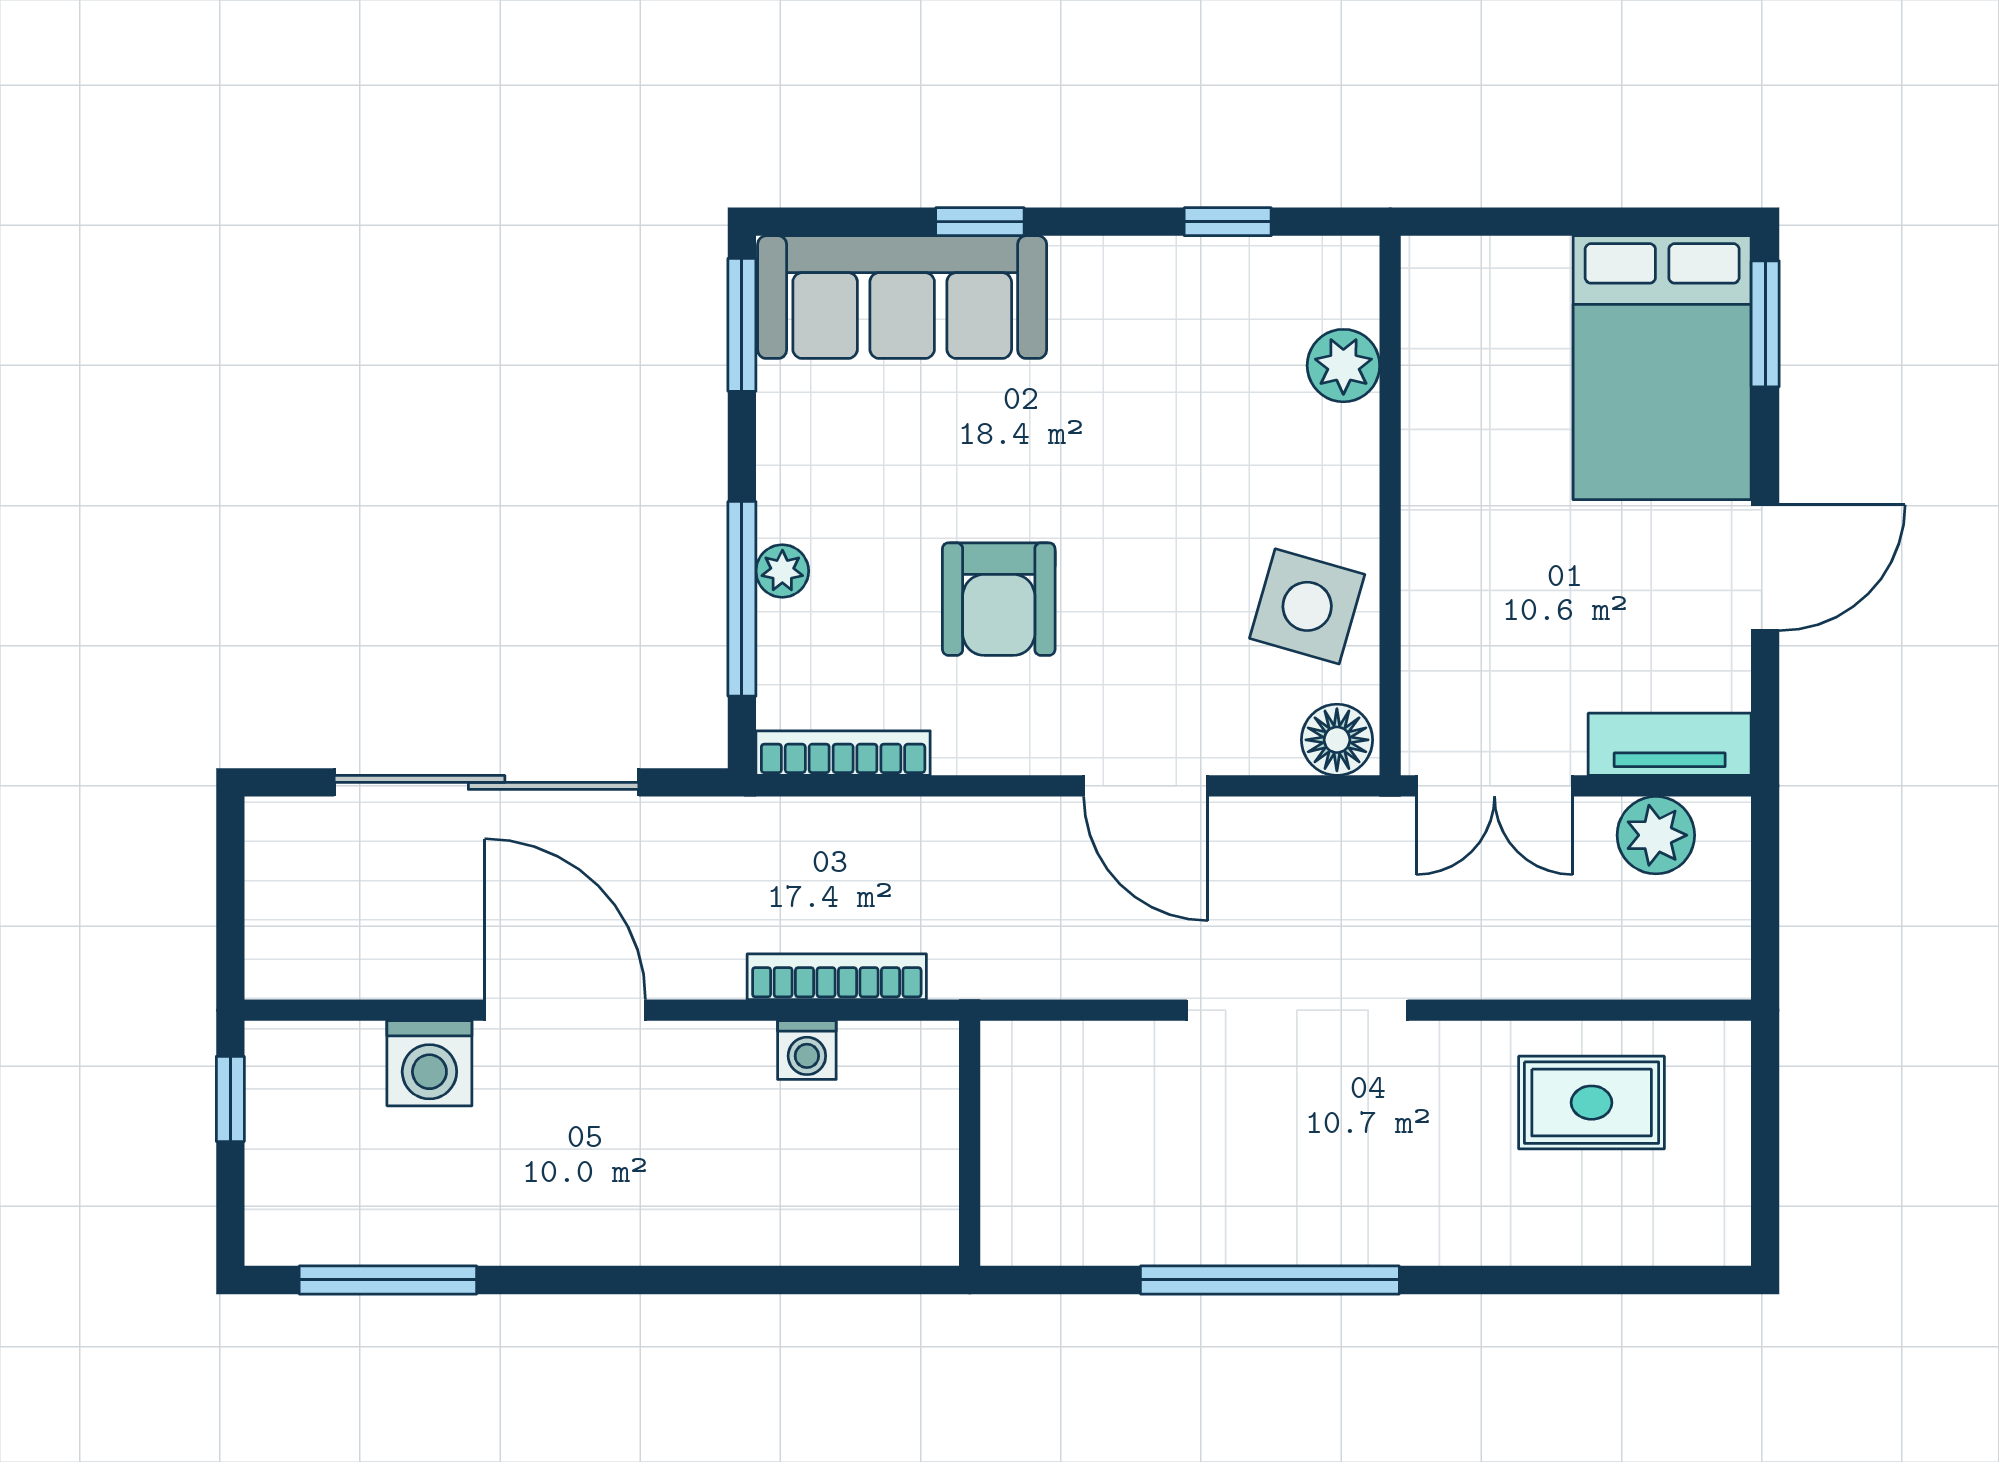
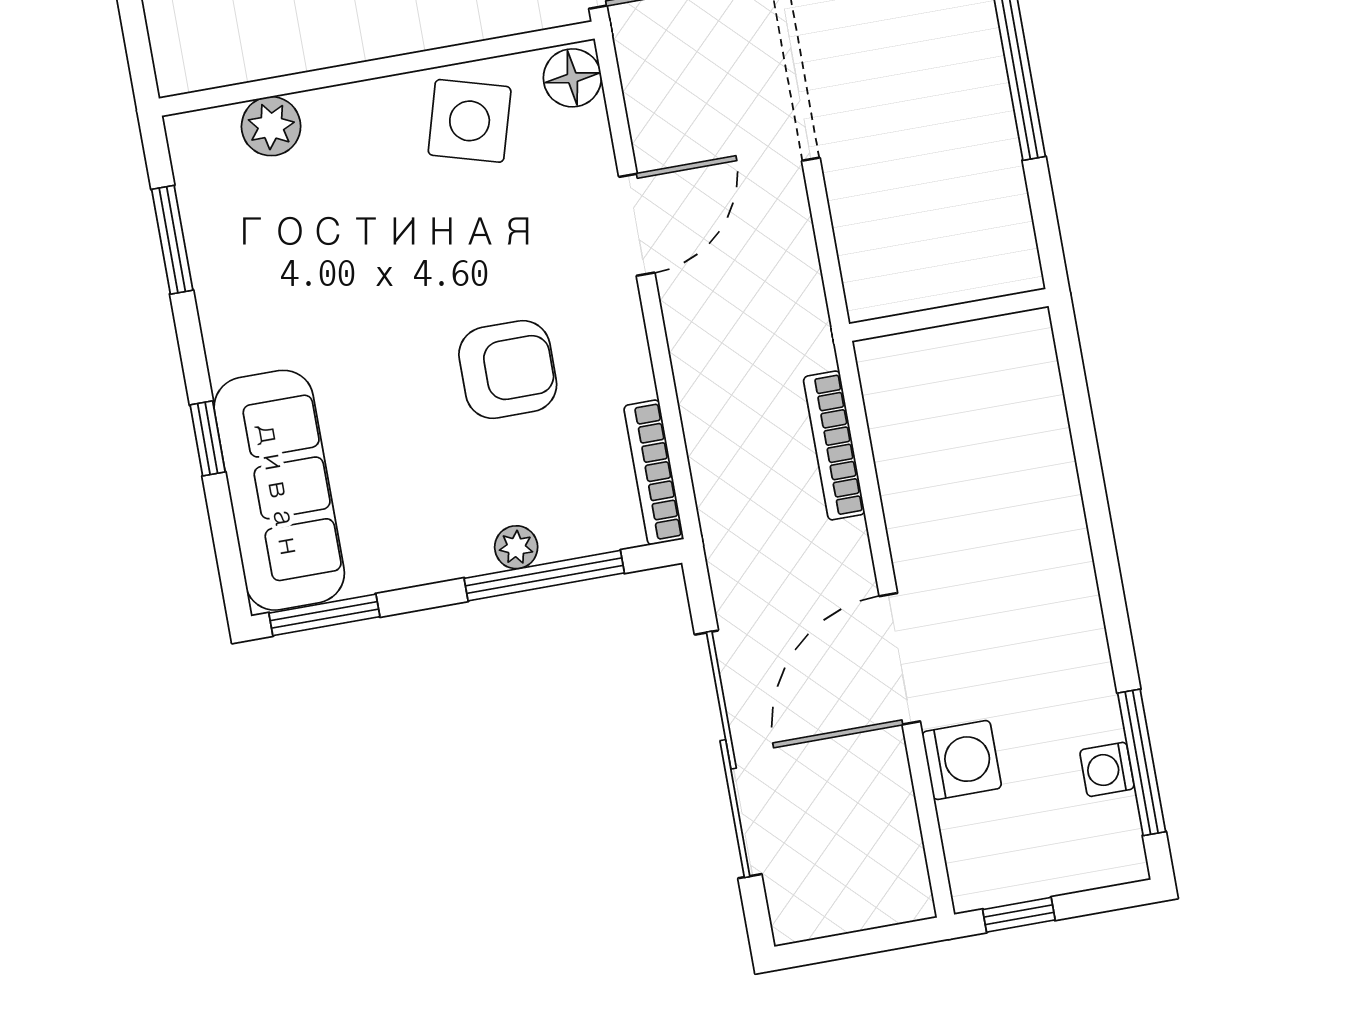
window: (1228, 222) -> (172, 240), width x1.50
washing machine: (807, 1050) -> (1107, 769), moved, turned 180

